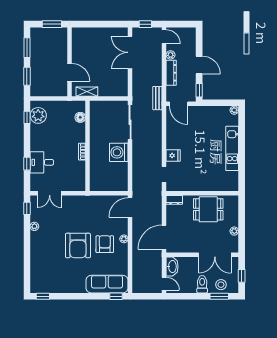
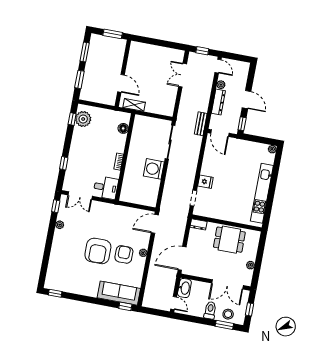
double door: (130, 52) -> (183, 75), width x0.73
kitchen unit: (232, 148) -> (262, 193), width x1.36
desk: (42, 162) -> (106, 188), moved, turned 180

